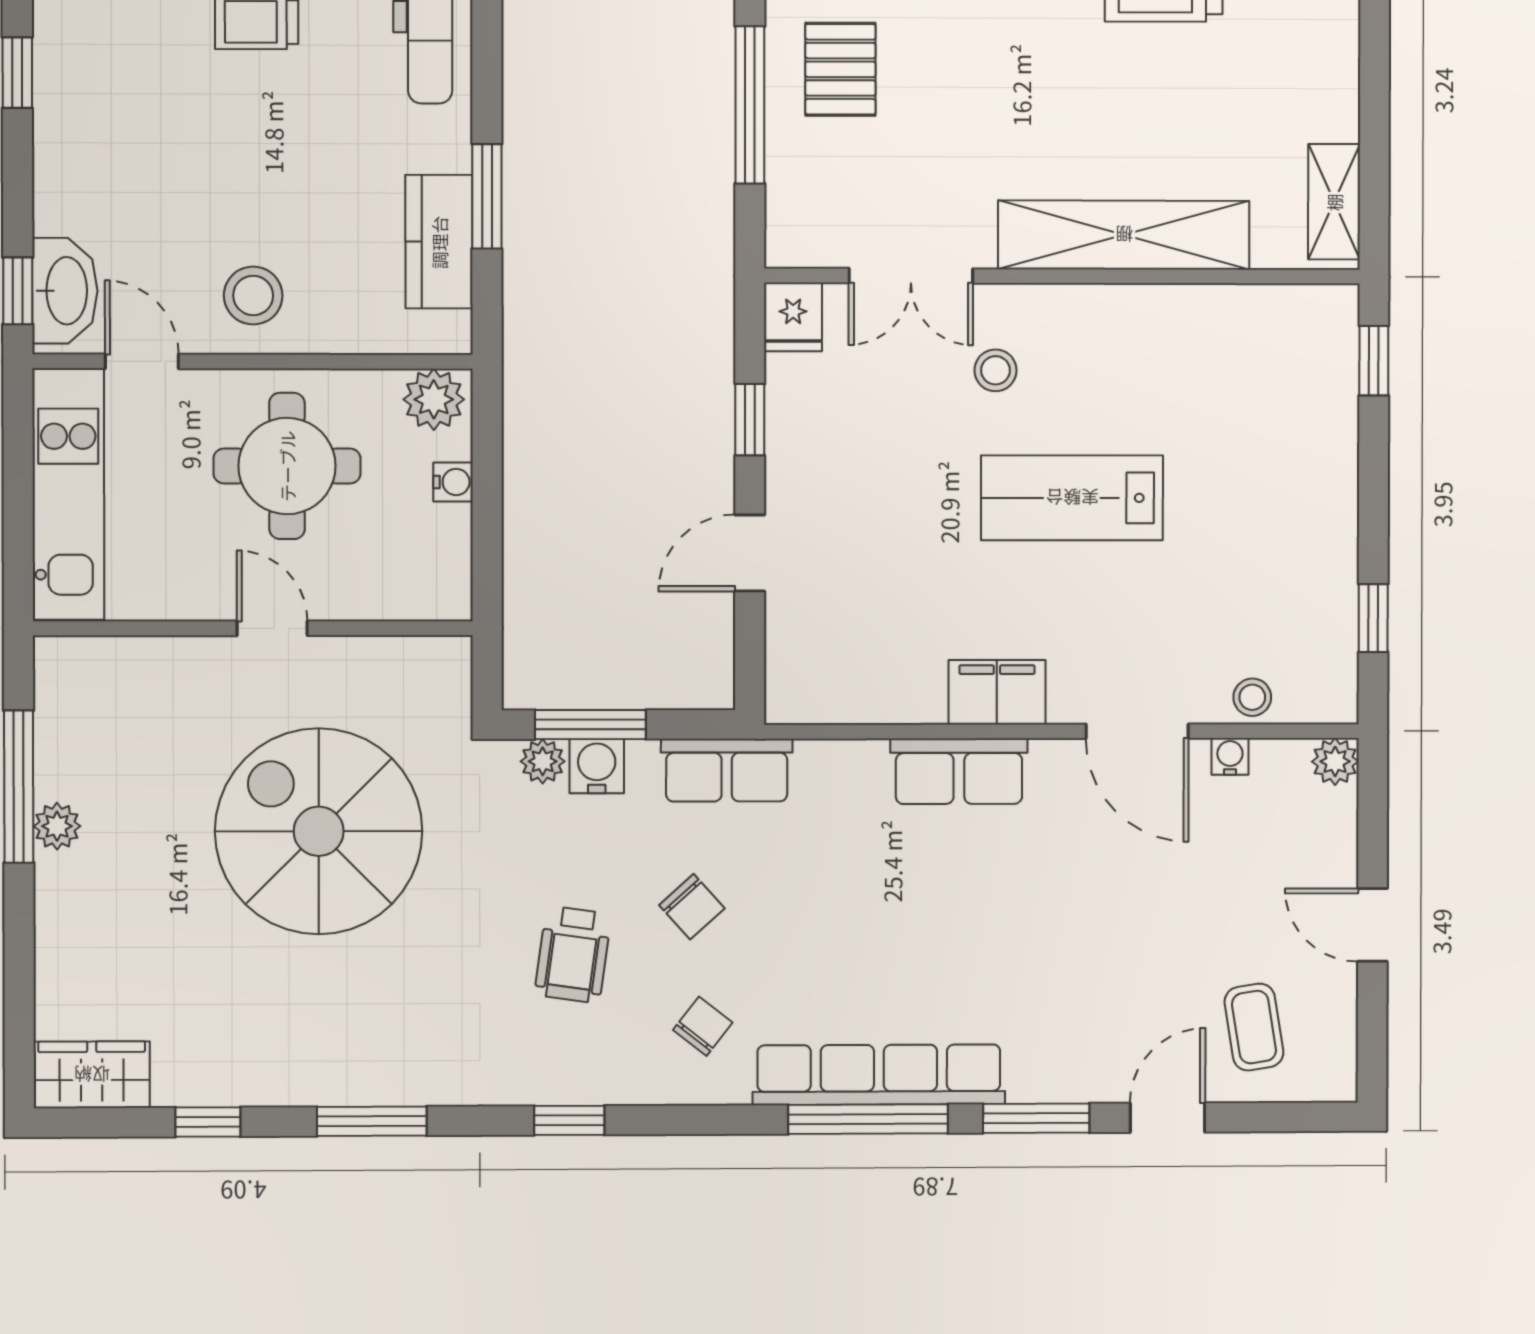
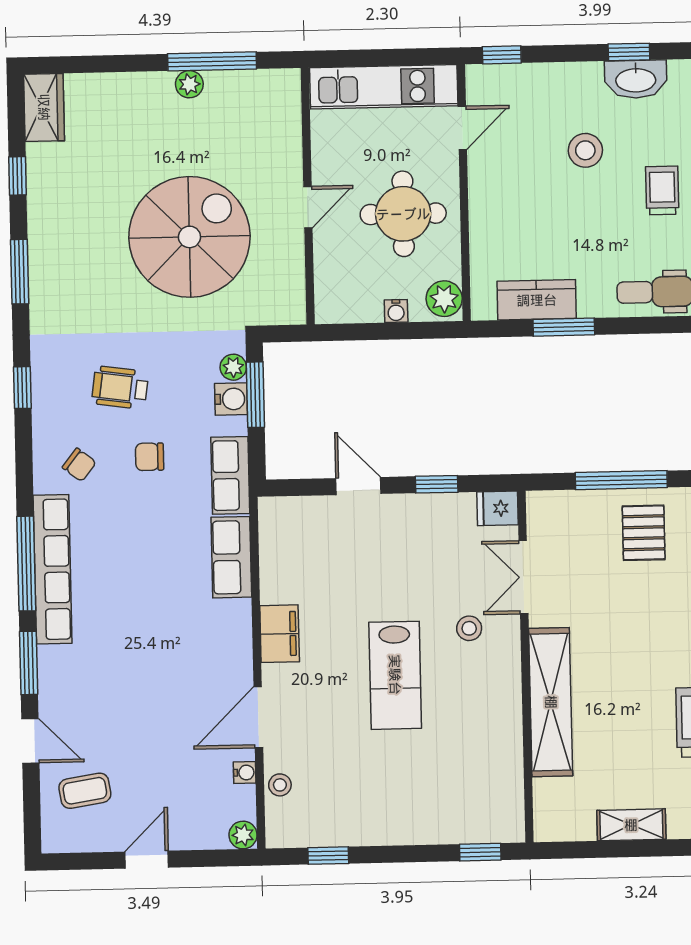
pallet: (840, 69) -> (644, 533), turned 90
shelving: (1334, 202) -> (631, 825), moved
washbasin: (65, 291) -> (636, 79), moved
stool: (253, 296) -> (585, 150), moved
lab bench: (1072, 498) -> (395, 675), turned 180
row of seats: (959, 771) -> (231, 557), moved
chair: (692, 907) -> (150, 457), turned 42

